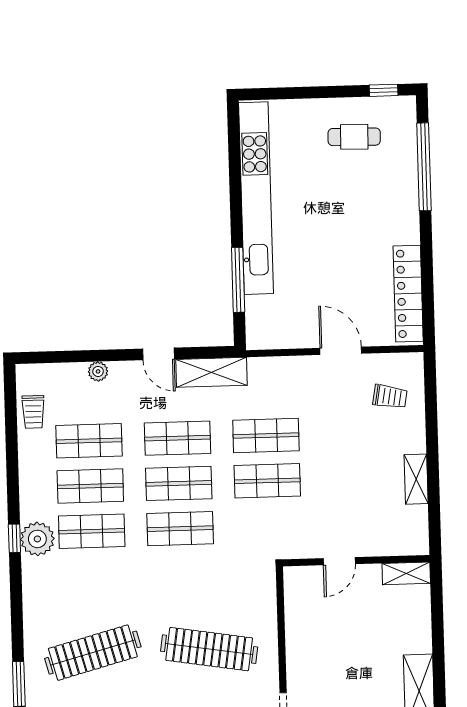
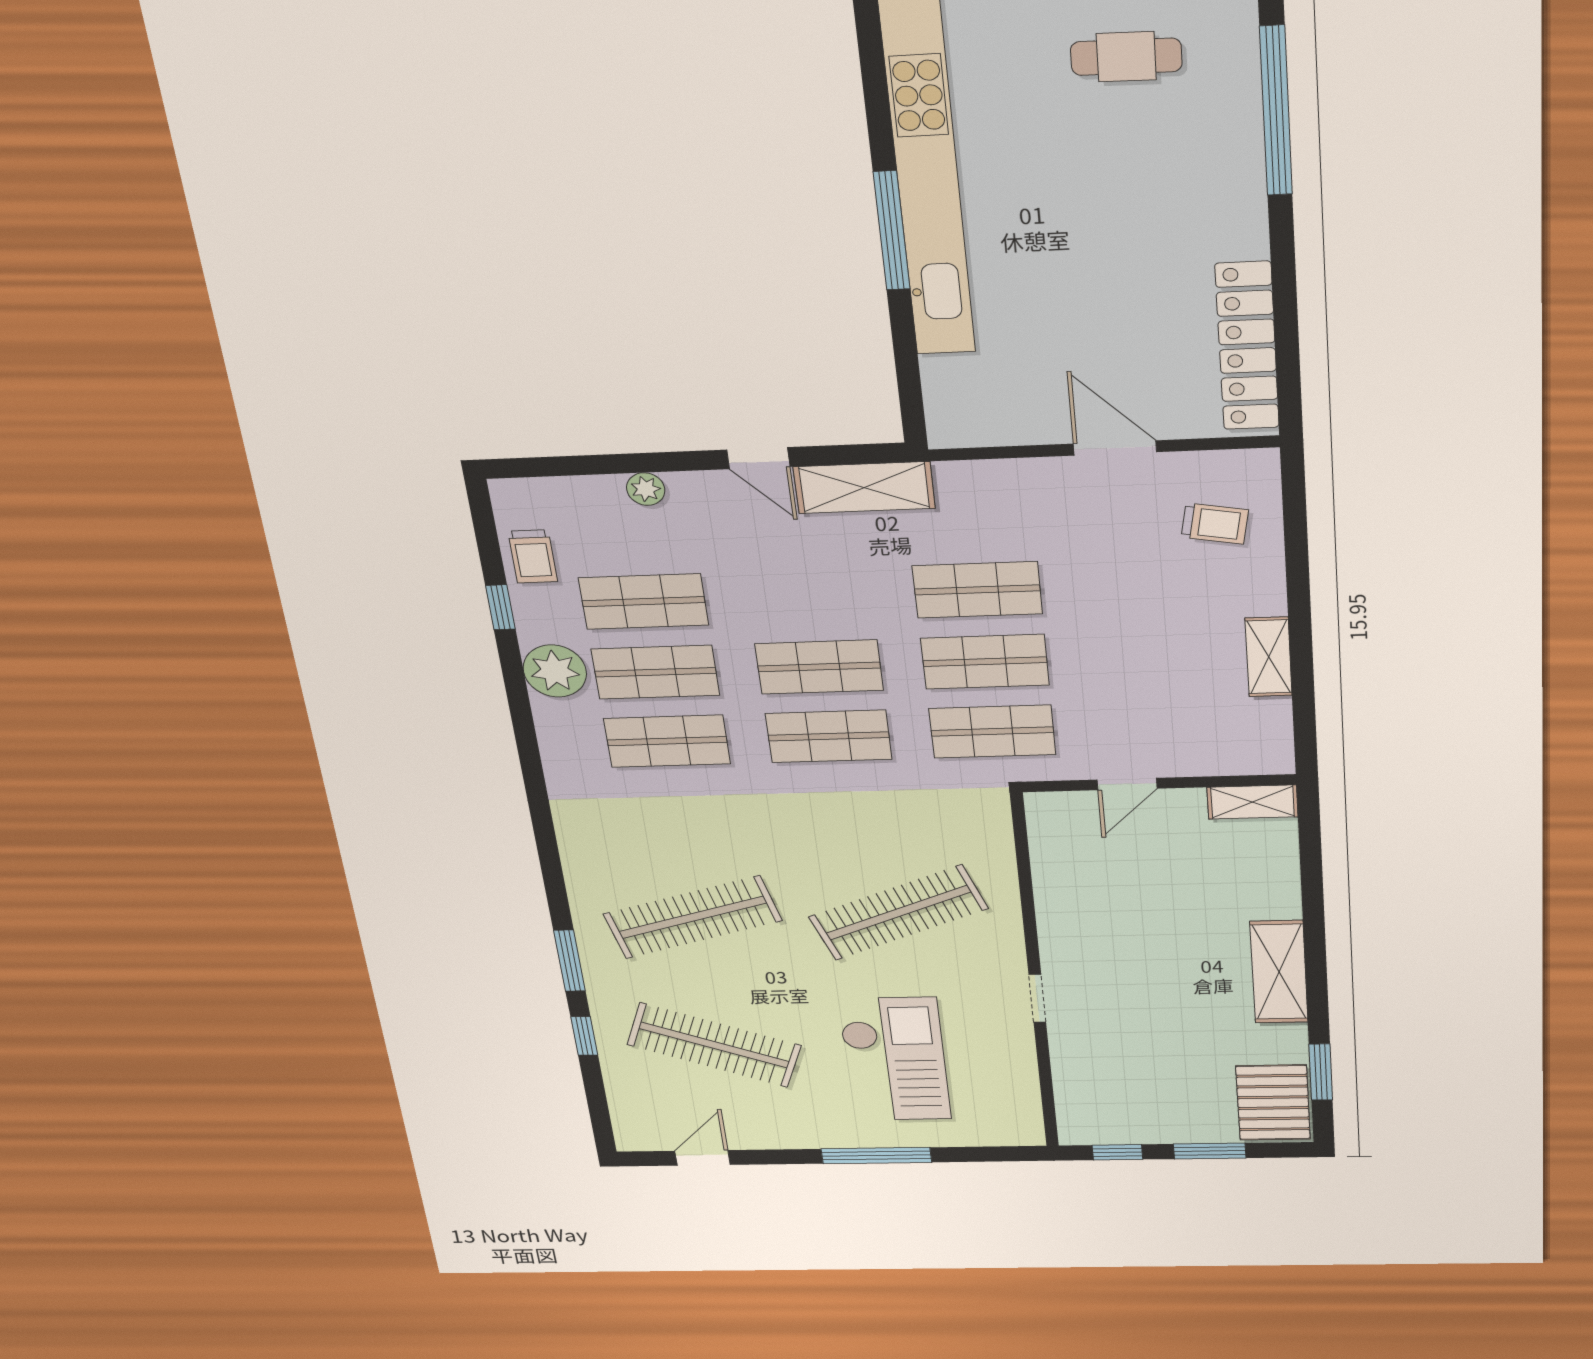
window: (238, 280) -> (892, 231), moved
shop shelf: (177, 438) -> (992, 732), moved
window: (14, 538) -> (500, 607), moved
plant: (37, 539) -> (555, 671), moved
clothes rail: (209, 649) -> (898, 913), turned -30

